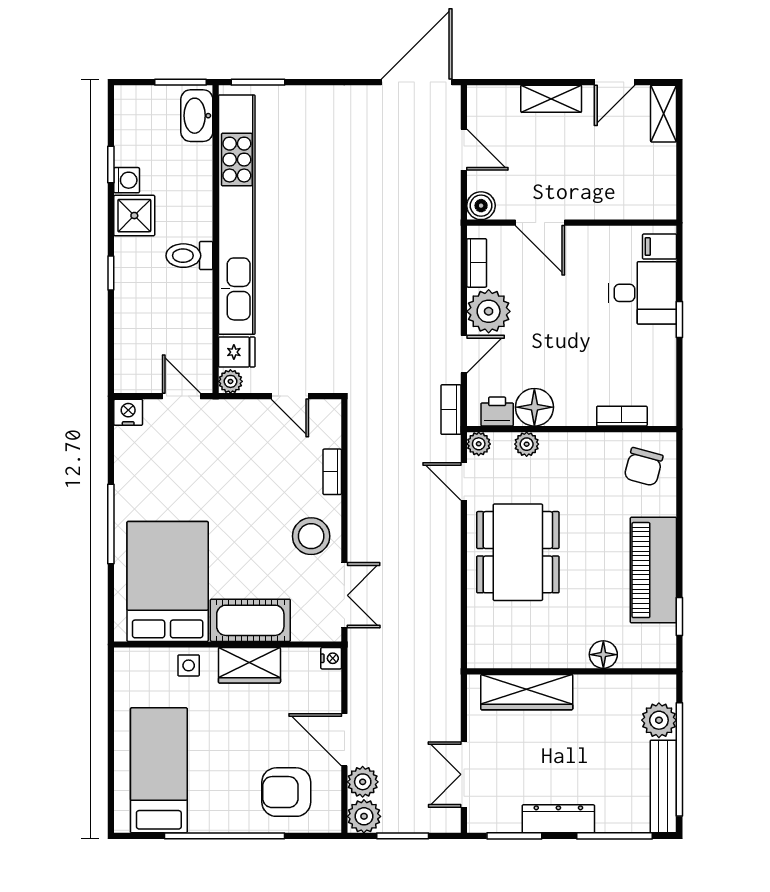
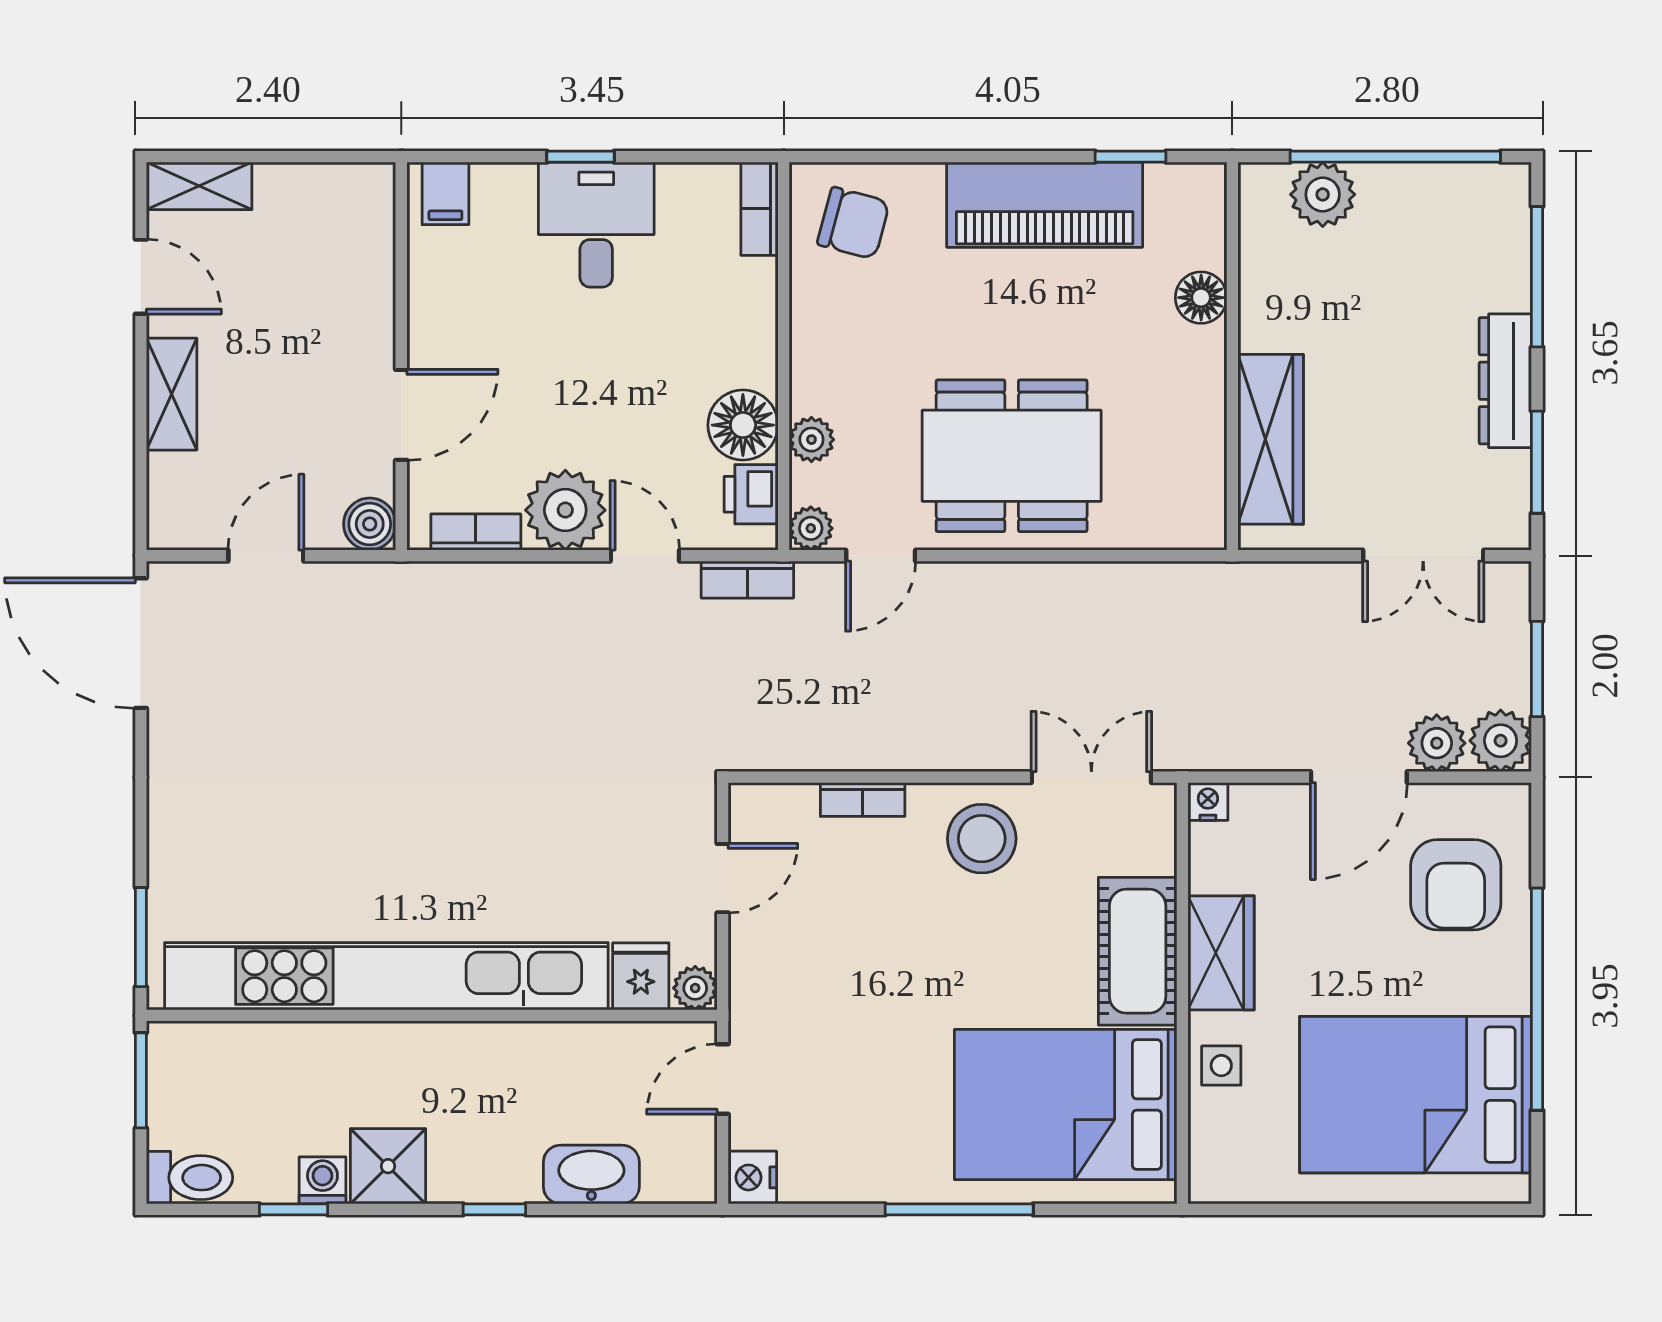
washbasin: (197, 116) -> (591, 1174), moved, turned 180
toilet: (189, 256) -> (190, 1178), moved, turned -90
desk: (643, 293) -> (596, 225), moved
bookcase: (622, 416) -> (759, 209), moved
bed: (159, 770) -> (1416, 1095), width x1.50
bench: (663, 786) -> (1445, 186), removed

